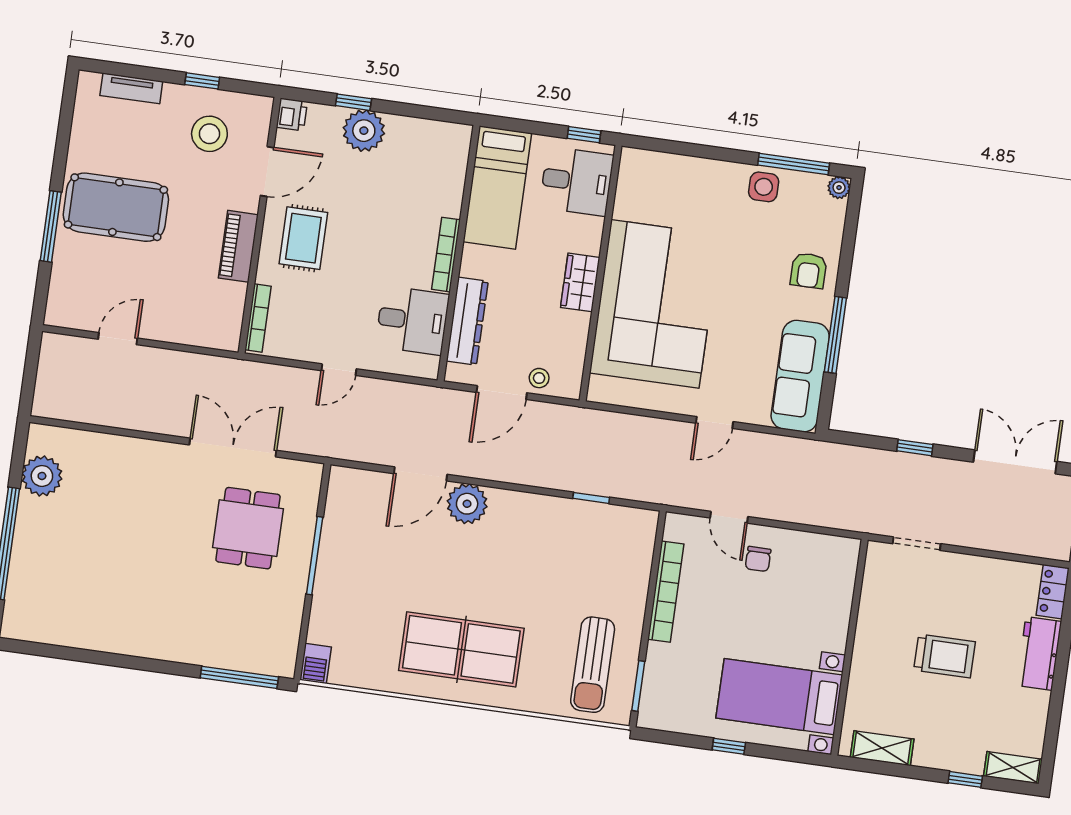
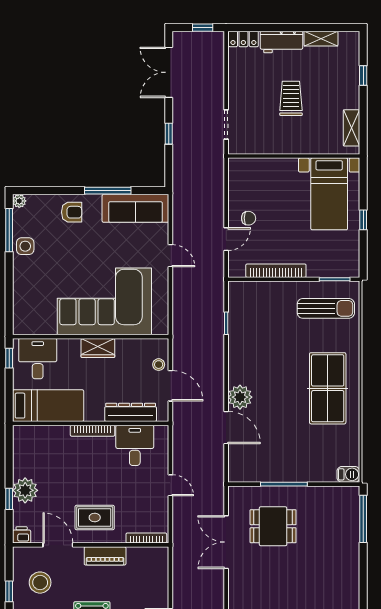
shelving: (1013, 768) -> (321, 39), moved, turned 90

